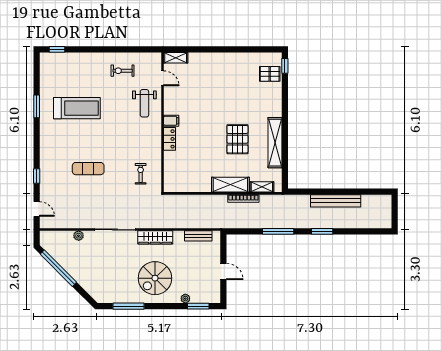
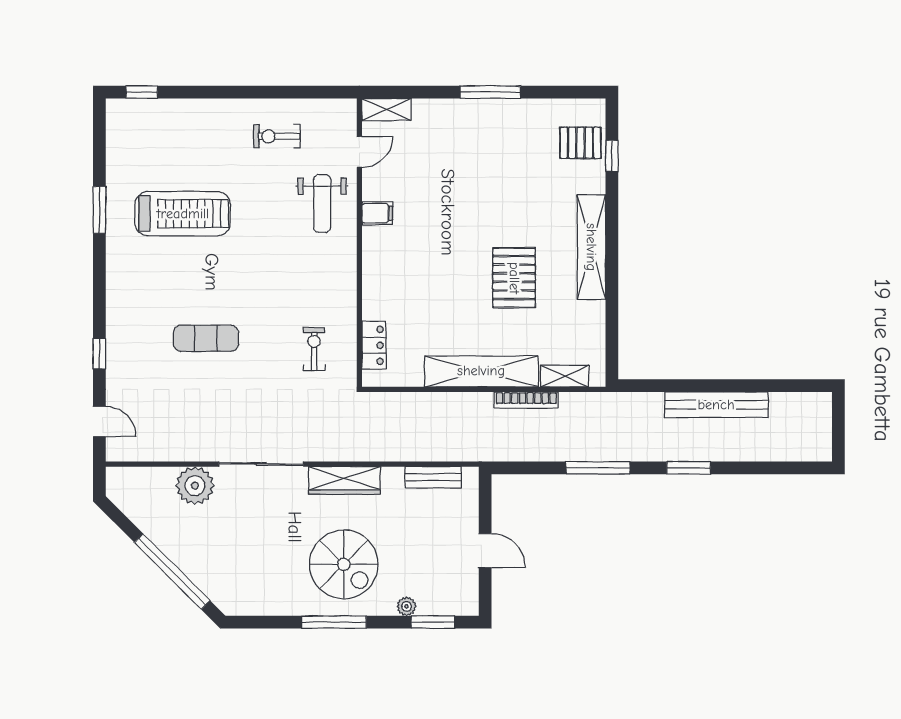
window: (226, 49) -> (490, 92), added
window: (285, 66) -> (612, 156), moved
door: (163, 78) -> (359, 152), hinge flipped
filing cabinet: (171, 121) -> (377, 213), moved
locker: (170, 139) -> (374, 345), moved
shelving: (275, 143) -> (591, 247), moved
shelving: (230, 185) -> (481, 371), width x1.47
plant: (79, 236) -> (195, 486), width x1.88, depth x1.88
window: (58, 268) -> (172, 571), moved
spiral stairs: (155, 278) -> (344, 564), turned -90
window: (129, 306) -> (334, 622), moved

